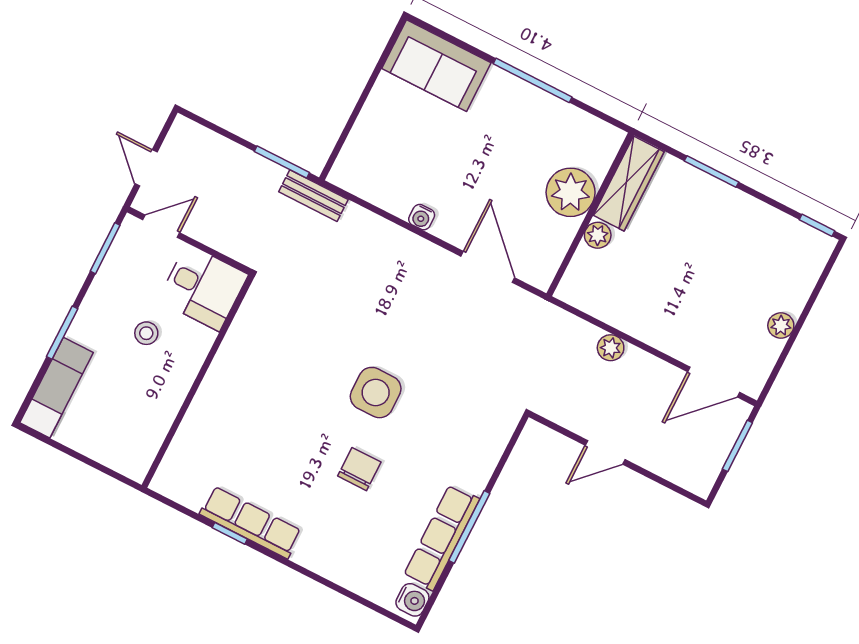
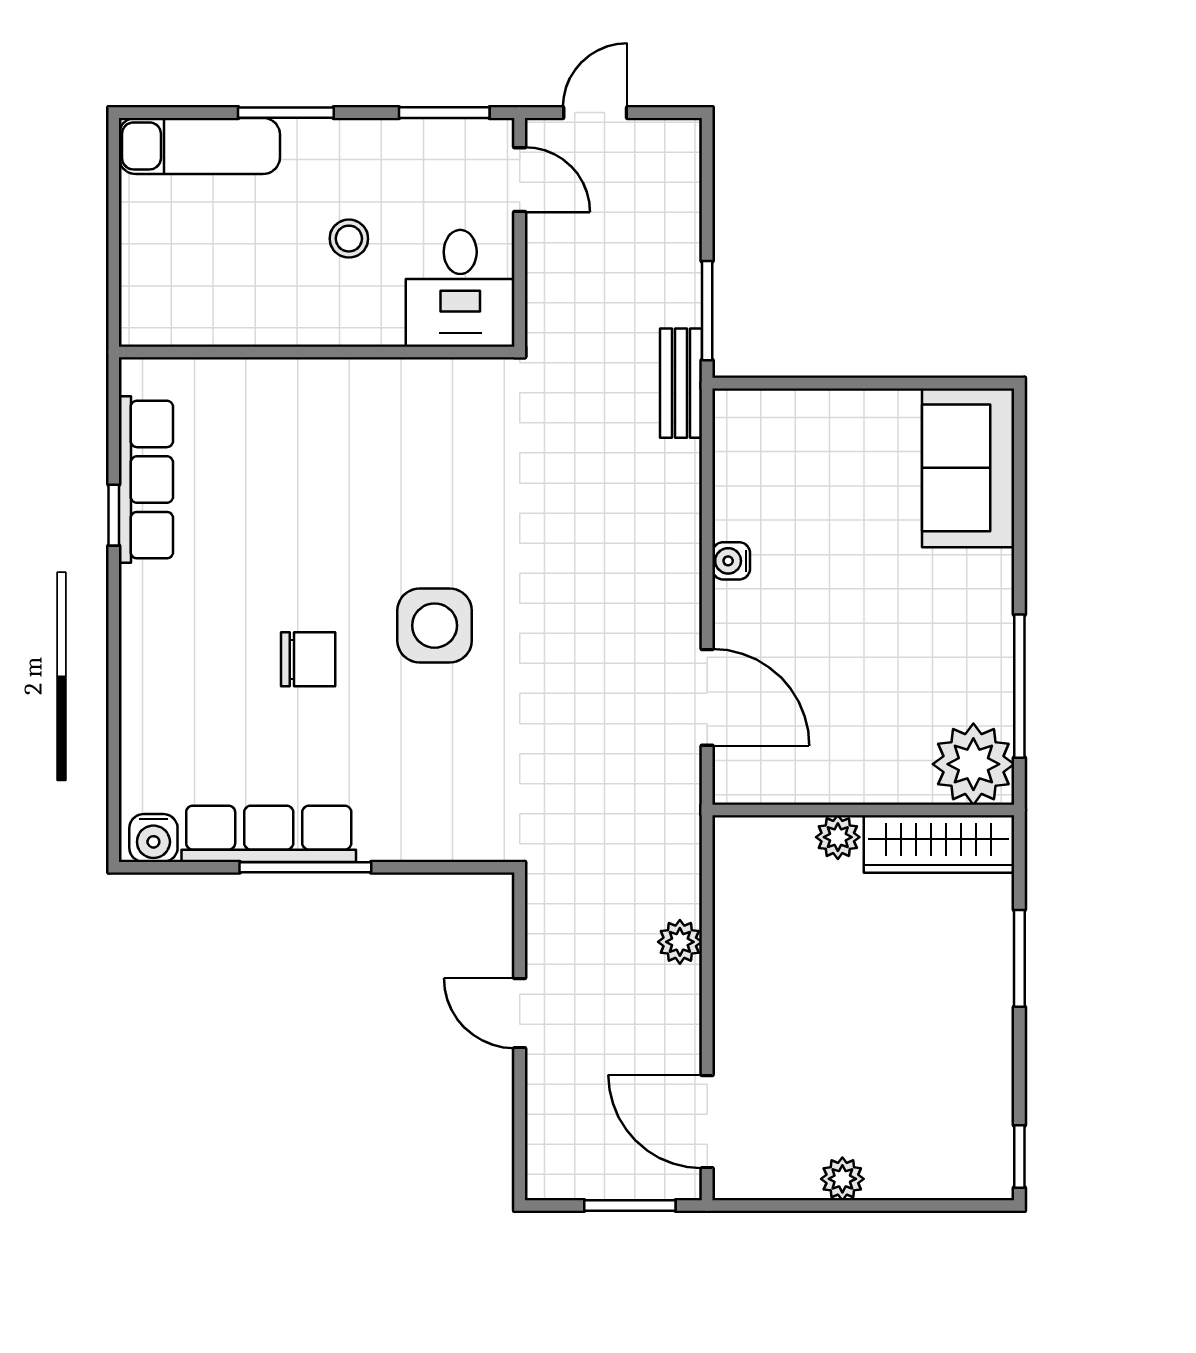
window: (533, 80) -> (1019, 686), moved
plant: (571, 192) -> (973, 764), moved
door: (488, 267) -> (707, 697), hinge flipped
row of seats: (251, 522) -> (146, 480), moved

